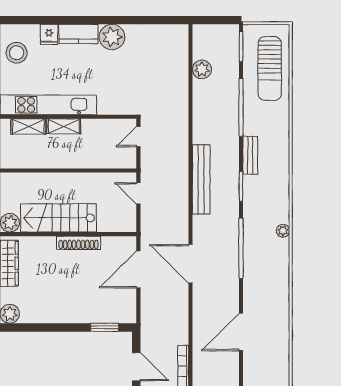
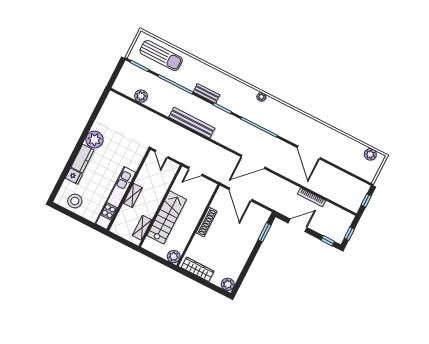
shelving: (28, 126) -> (142, 228), moved
bench: (201, 179) -> (192, 123), moved
stairs: (58, 218) -> (167, 217), moved, turned 180

